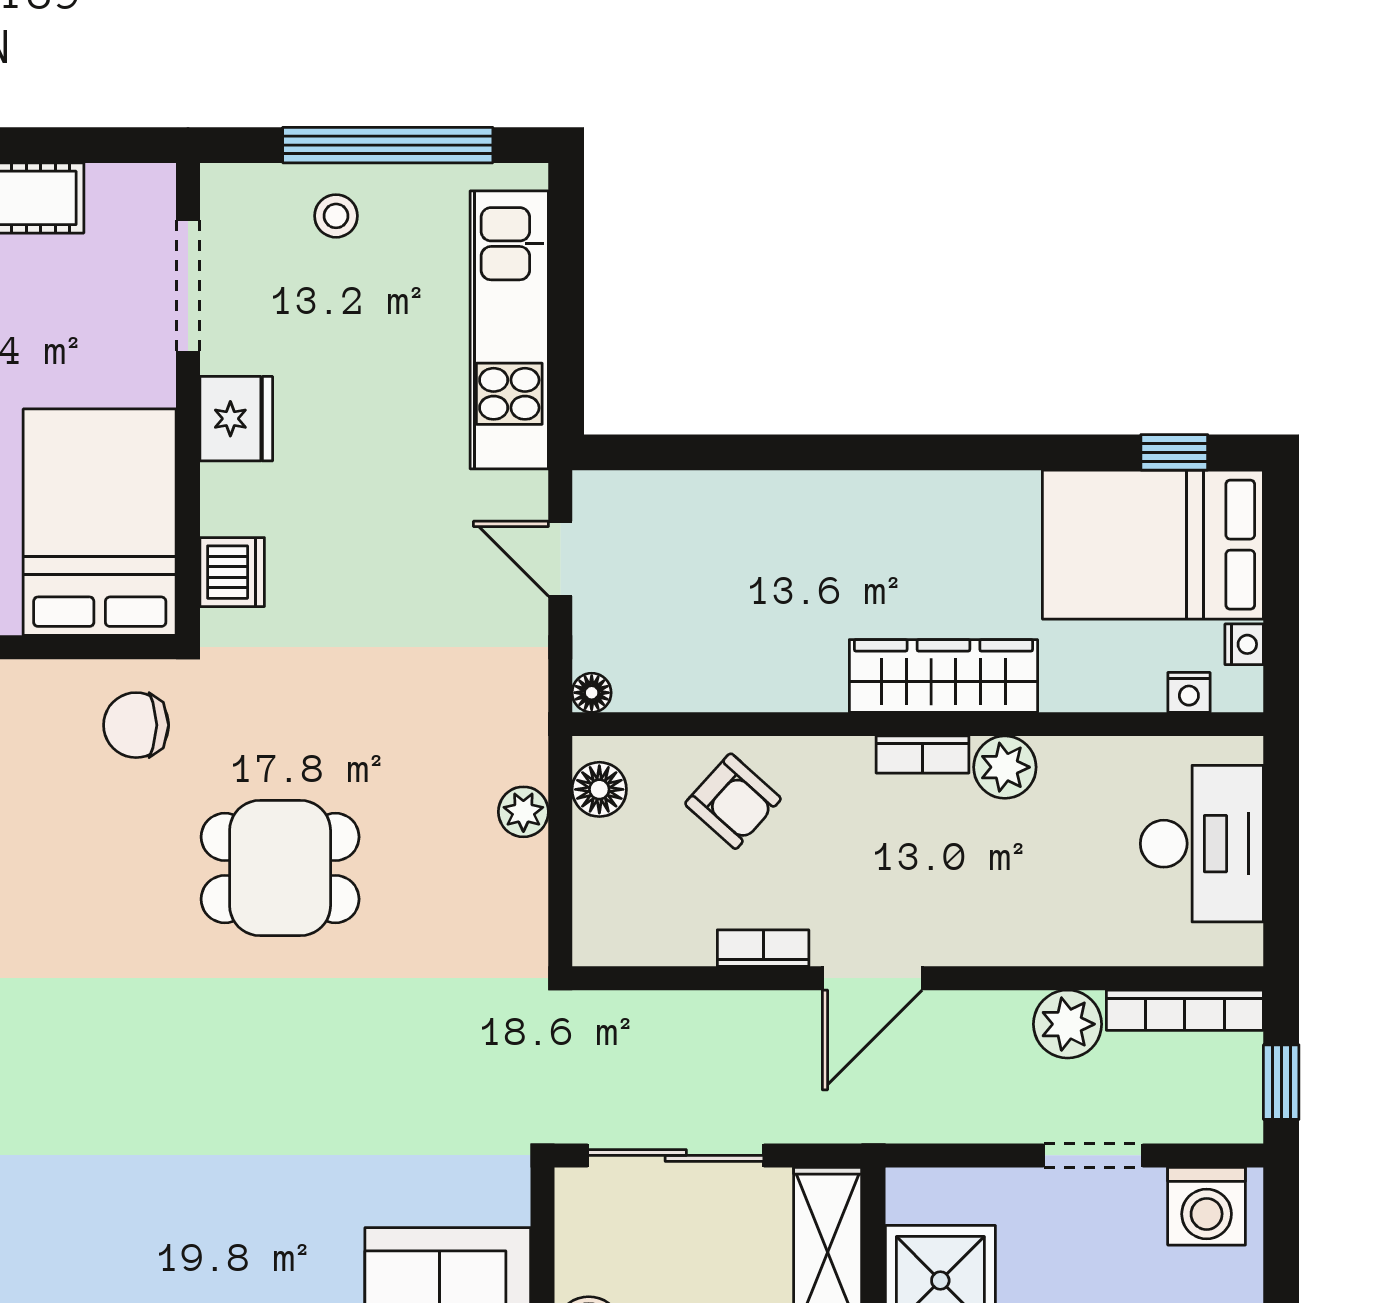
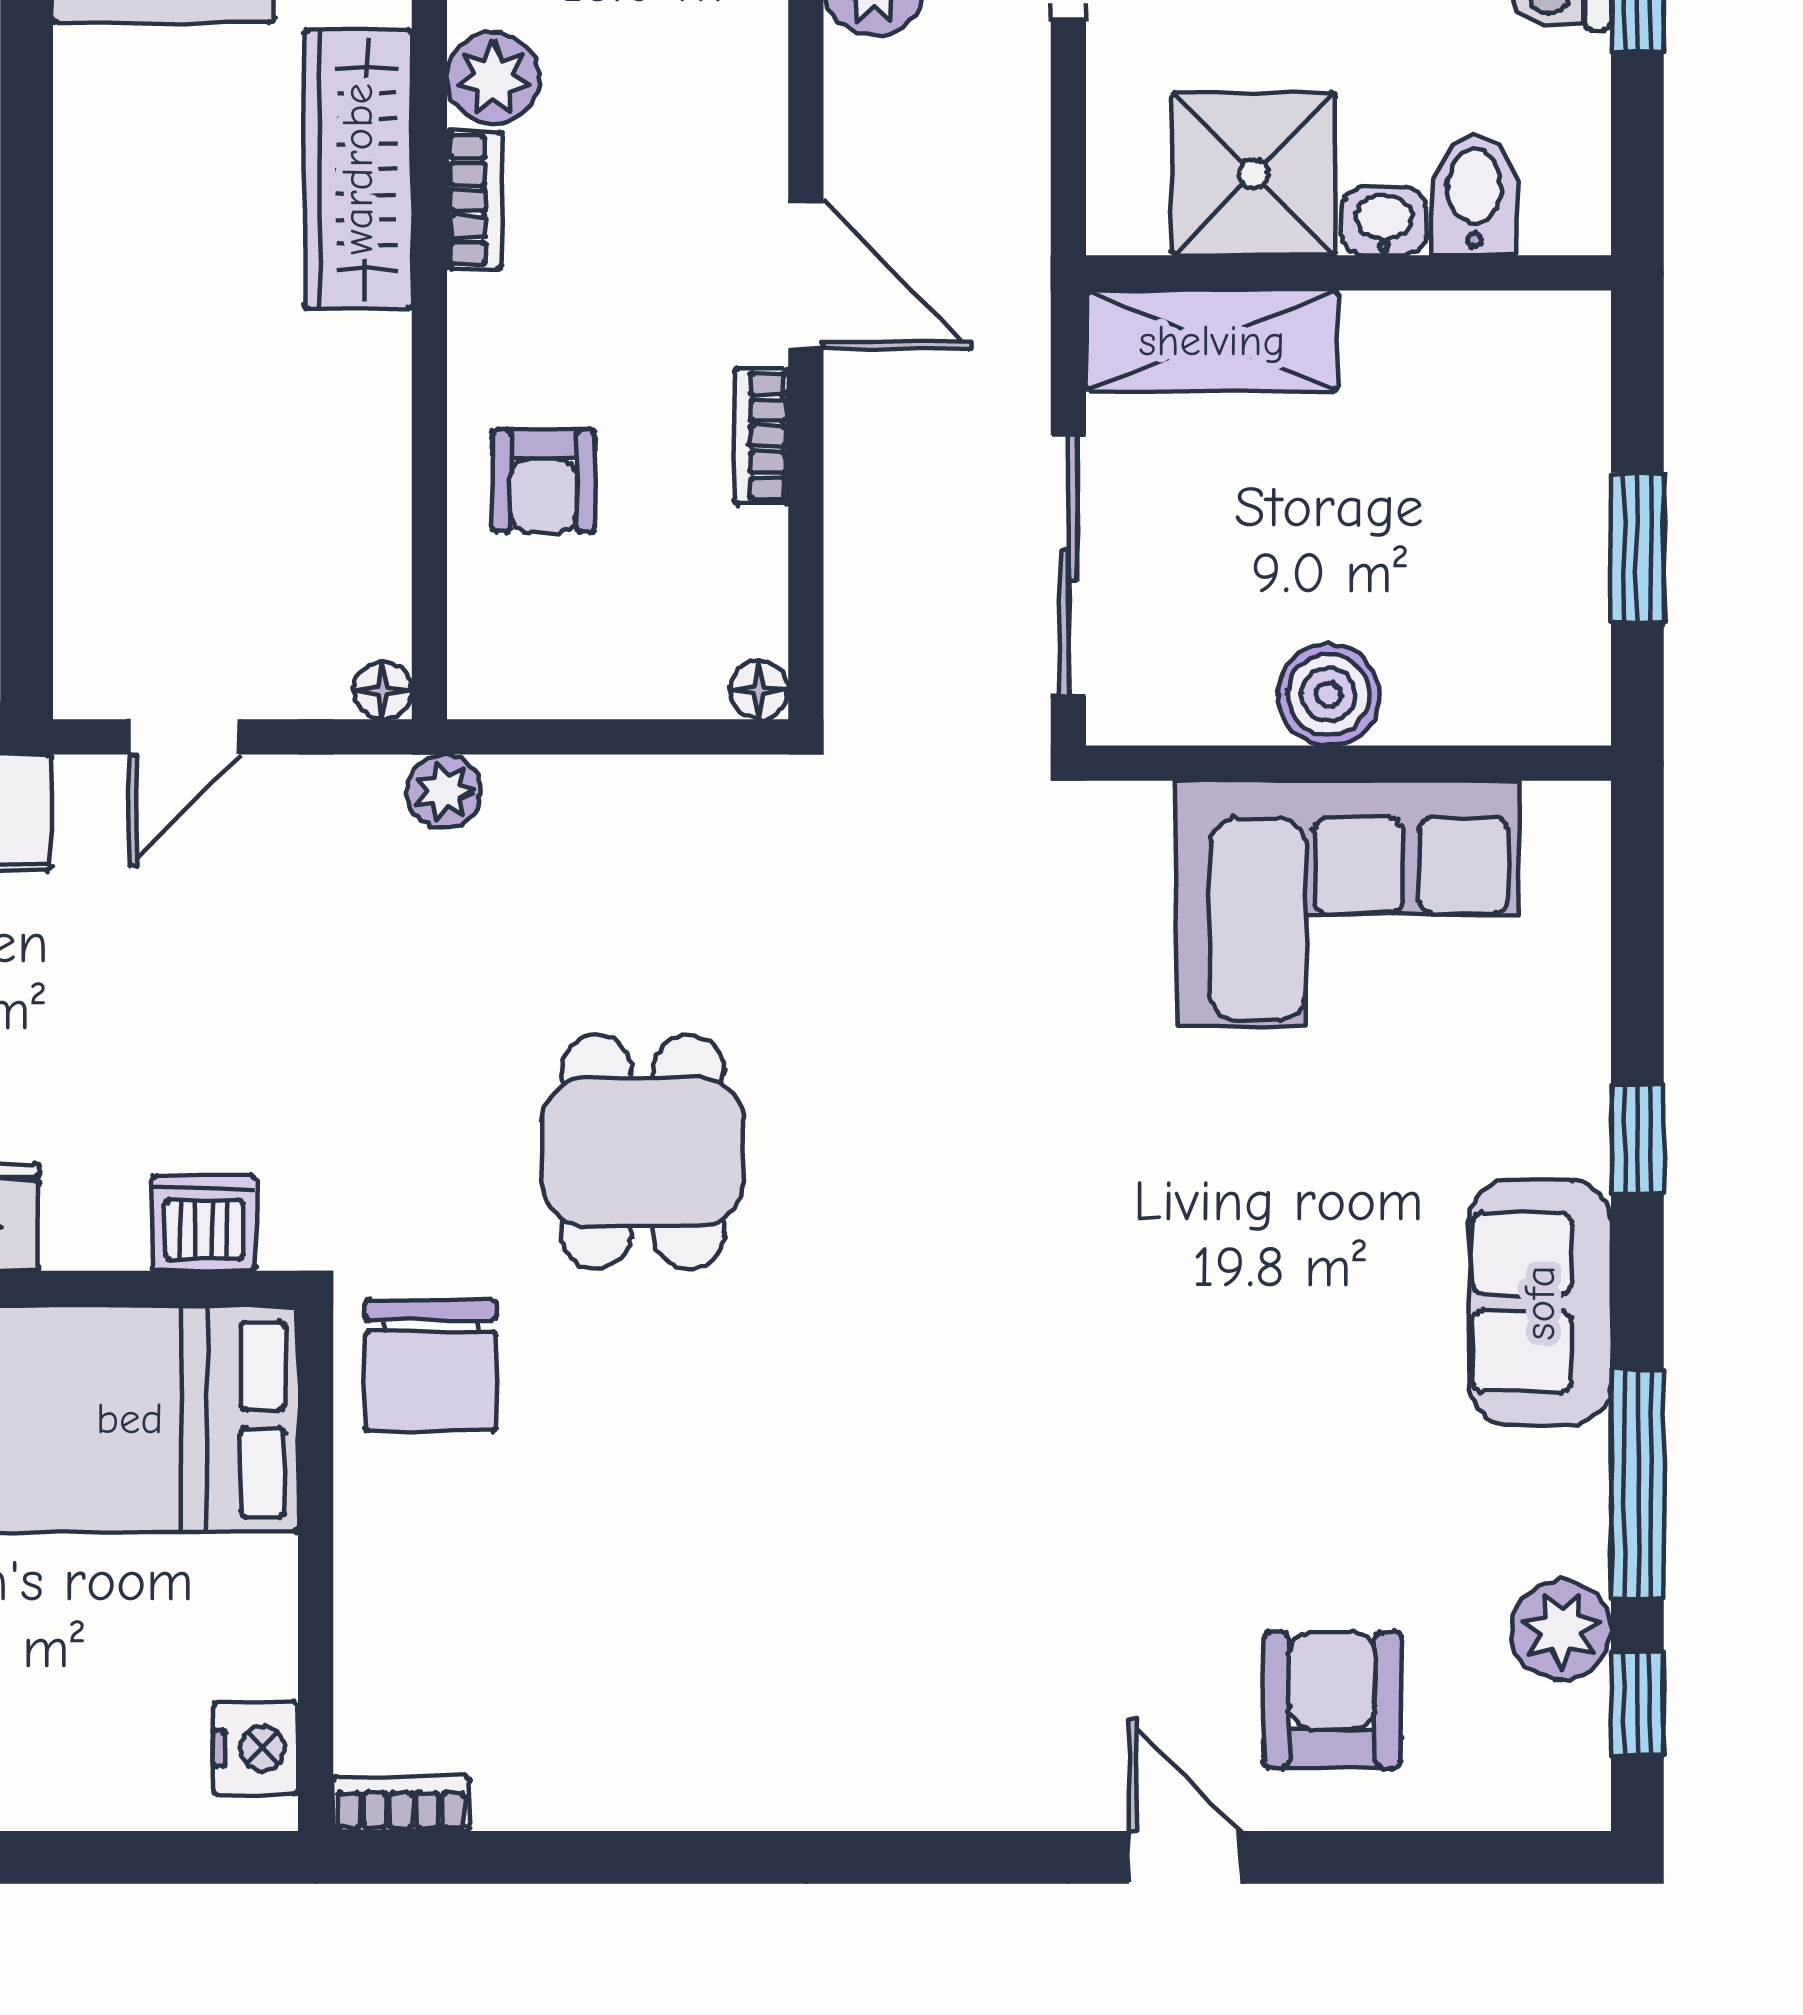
chair: (136, 725) -> (431, 1365), width x1.37, depth x1.37
floor lamp: (599, 789) -> (759, 690), moved, width x0.73, depth x0.73
armchair: (733, 801) -> (544, 481), turned 138
plant: (523, 812) -> (444, 791), moved

